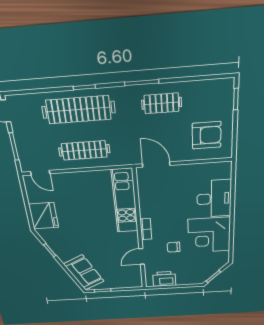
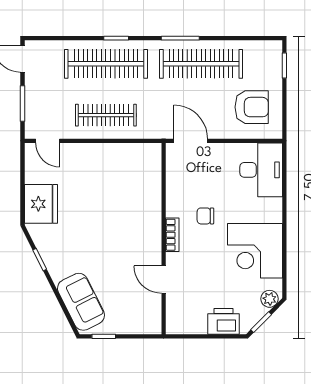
clothes rail: (162, 103) -> (201, 64), width x1.86, depth x1.31
desk: (214, 199) -> (261, 170), moved
kitchen unit: (125, 201) -> (148, 190), removed
chair: (174, 247) -> (205, 216), moved
door: (142, 256) -> (164, 280), hinge flipped
plant: (220, 263) -> (270, 299), added
printer: (164, 279) -> (224, 321), moved

